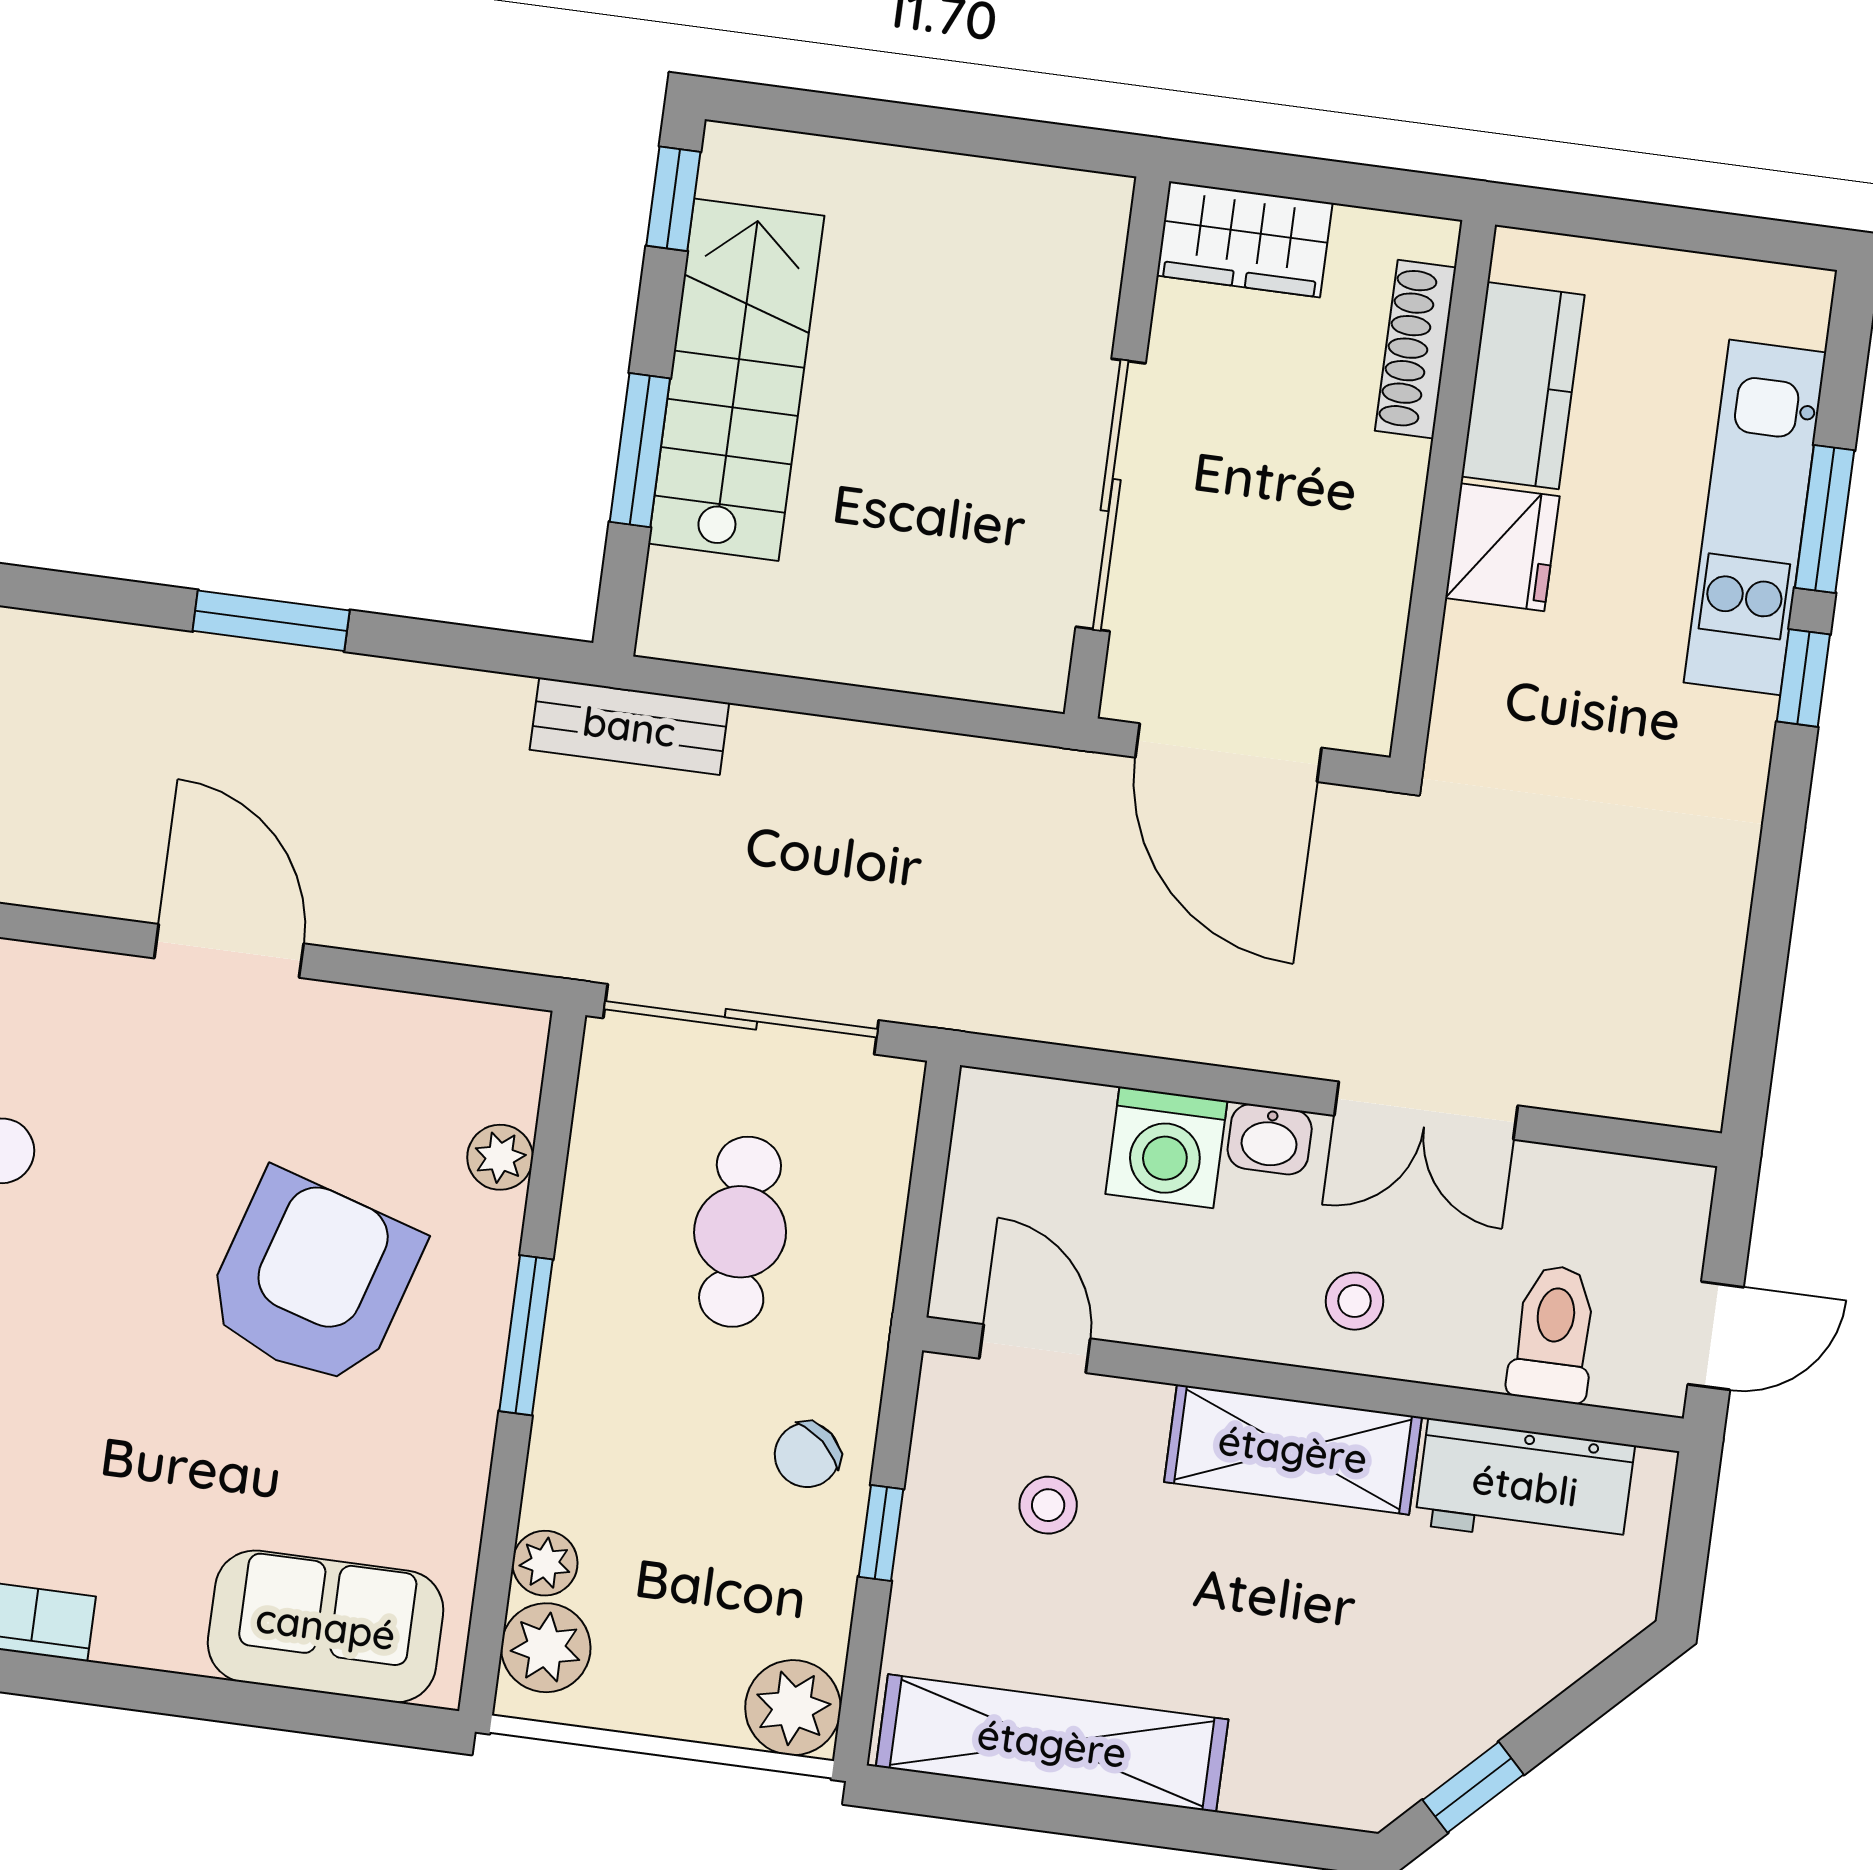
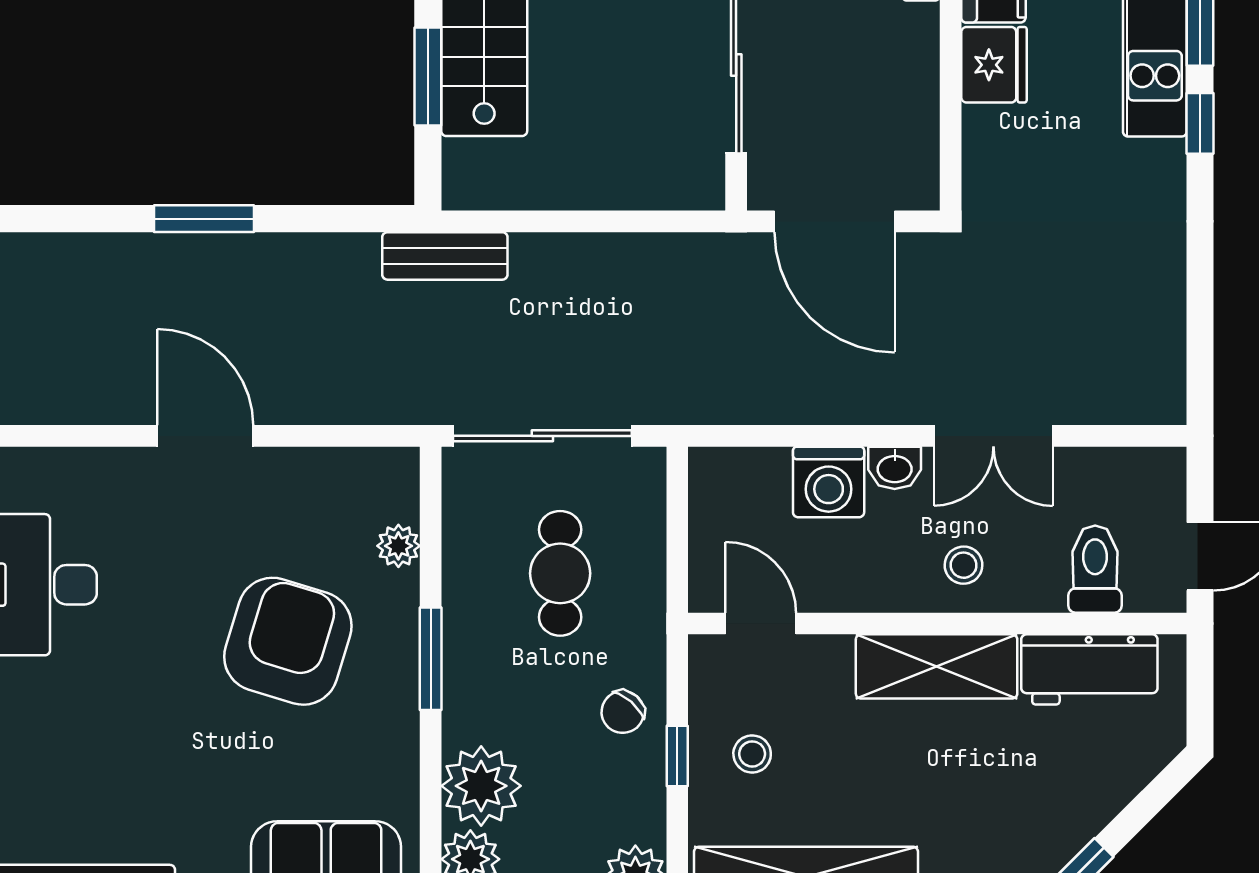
stool: (1048, 1505) -> (752, 754), moved
plant: (545, 1563) -> (481, 786), width x1.87, depth x1.87

